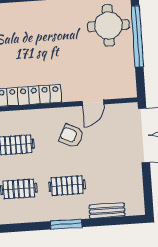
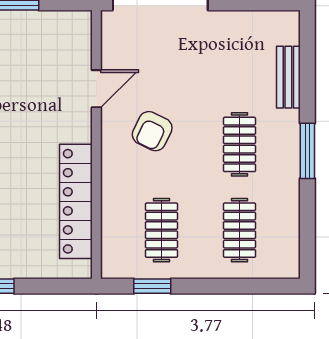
door: (93, 103) -> (96, 89), hinge flipped

